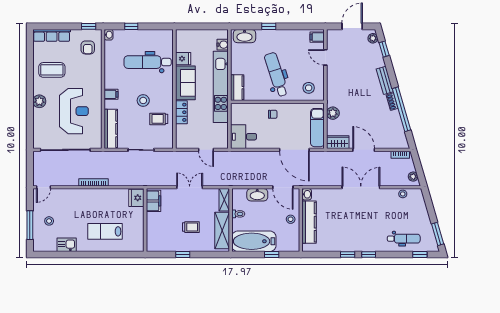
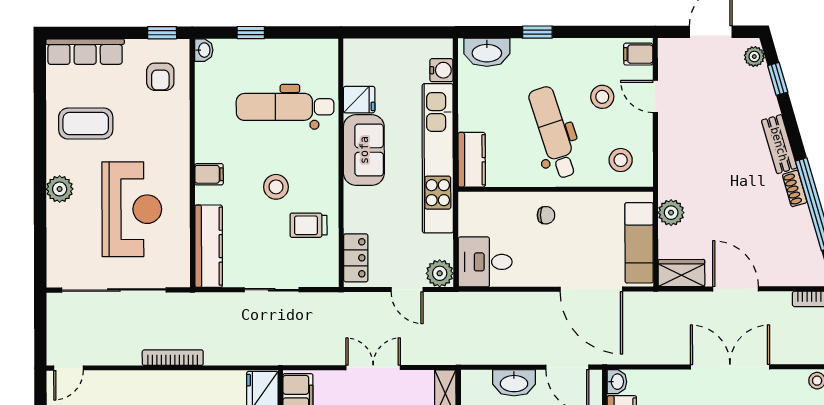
stool: (300, 58) -> (602, 97), added
locker: (181, 112) -> (356, 258), moved
plant: (222, 142) -> (440, 273), added

